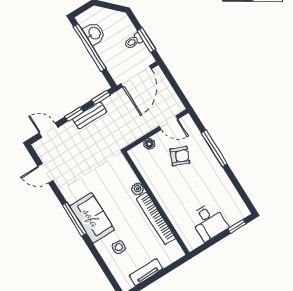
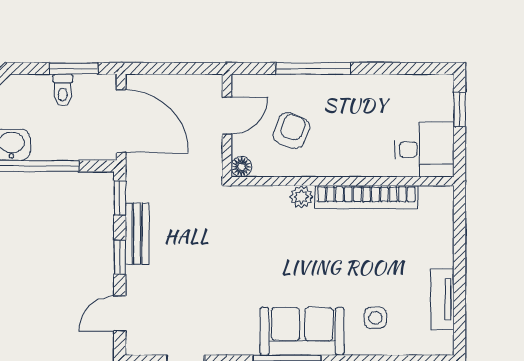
plant: (138, 189) -> (301, 197), moved
wall: (156, 203) -> (343, 181), moved
bookcase: (156, 218) -> (366, 197), moved

